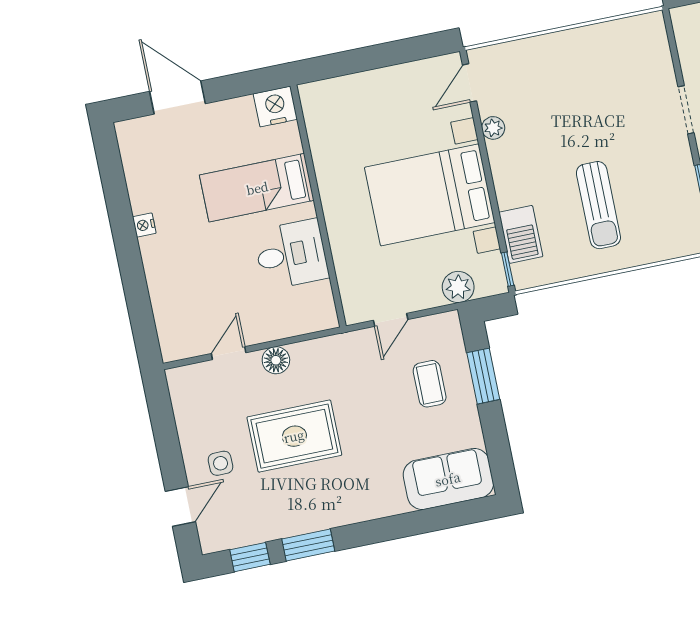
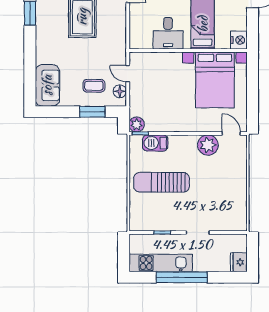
plant: (493, 128) -> (208, 145), width x1.87, depth x1.87
bed with nightstands: (430, 195) -> (215, 80), moved, turned 180
sun lounger: (598, 205) -> (161, 182), width x1.36, depth x1.34
plant: (458, 287) -> (137, 124), moved
floor lamp: (276, 360) -> (120, 91), moved

